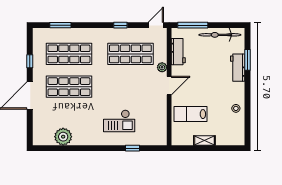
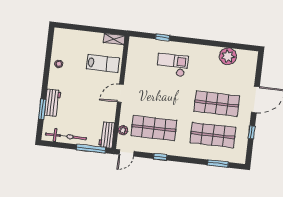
workbench: (178, 52) -> (107, 135), moved
plant: (162, 67) -> (123, 130), moved
shelving: (204, 141) -> (114, 39), moved

